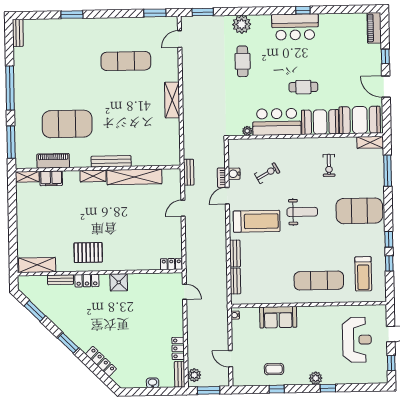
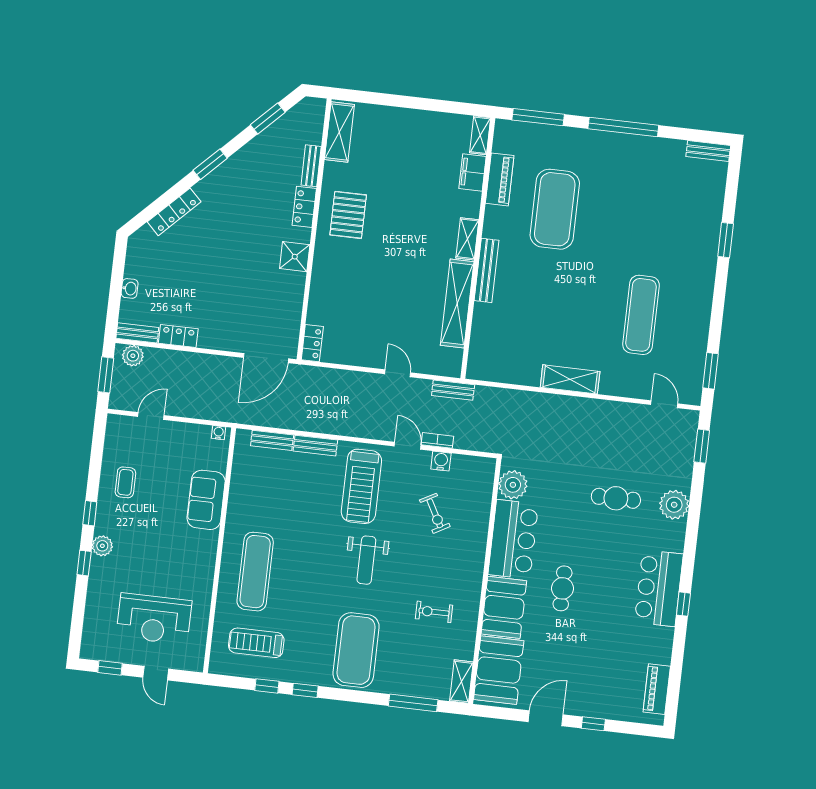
piano: (374, 28) -> (657, 689), moved, turned -90
plant: (247, 131) -> (513, 485), width x1.88, depth x1.88
door: (185, 292) -> (266, 358), width x1.87
window: (277, 389) -> (90, 513), moved

